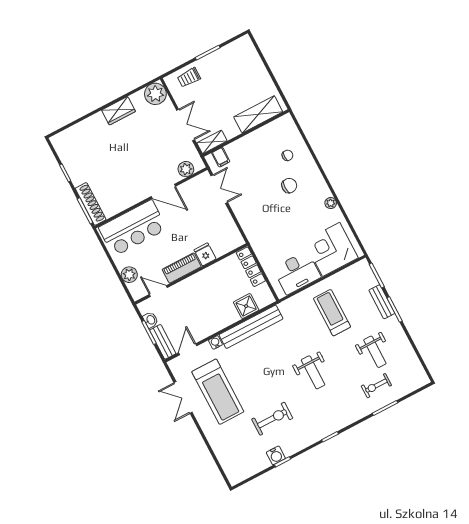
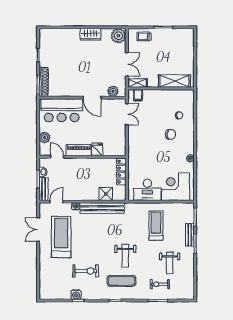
treadmill: (218, 392) -> (61, 237), turned 180
exercise mat: (325, 407) -> (122, 281), added

